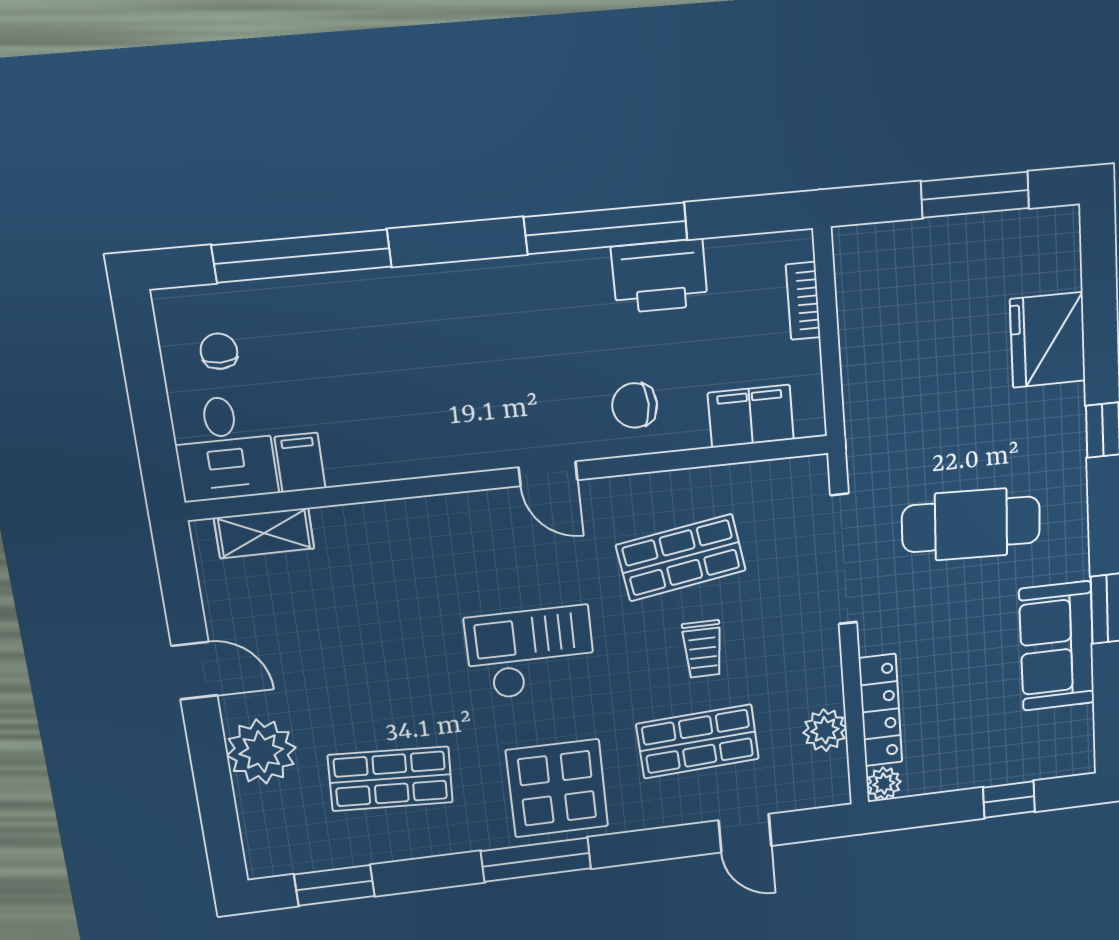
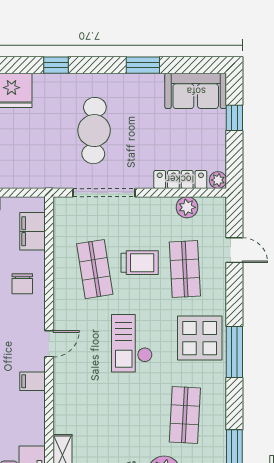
filing cabinet: (300, 463) -> (33, 381), moved
door: (548, 474) -> (49, 344), moved
sofa: (1057, 646) -> (196, 91), moved
trolley: (703, 649) -> (140, 263), width x1.36, depth x1.39
door: (745, 833) -> (234, 250), hinge flipped

